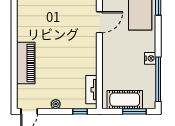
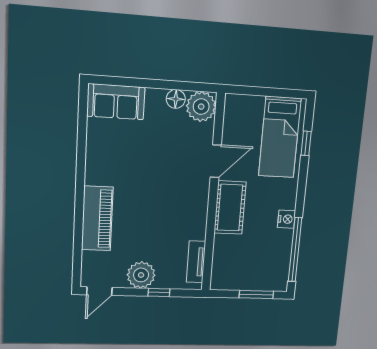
cot: (125, 100) -> (230, 208), moved, turned 90
plant: (56, 104) -> (141, 275), width x1.88, depth x1.88
window: (80, 111) -> (159, 292), moved

